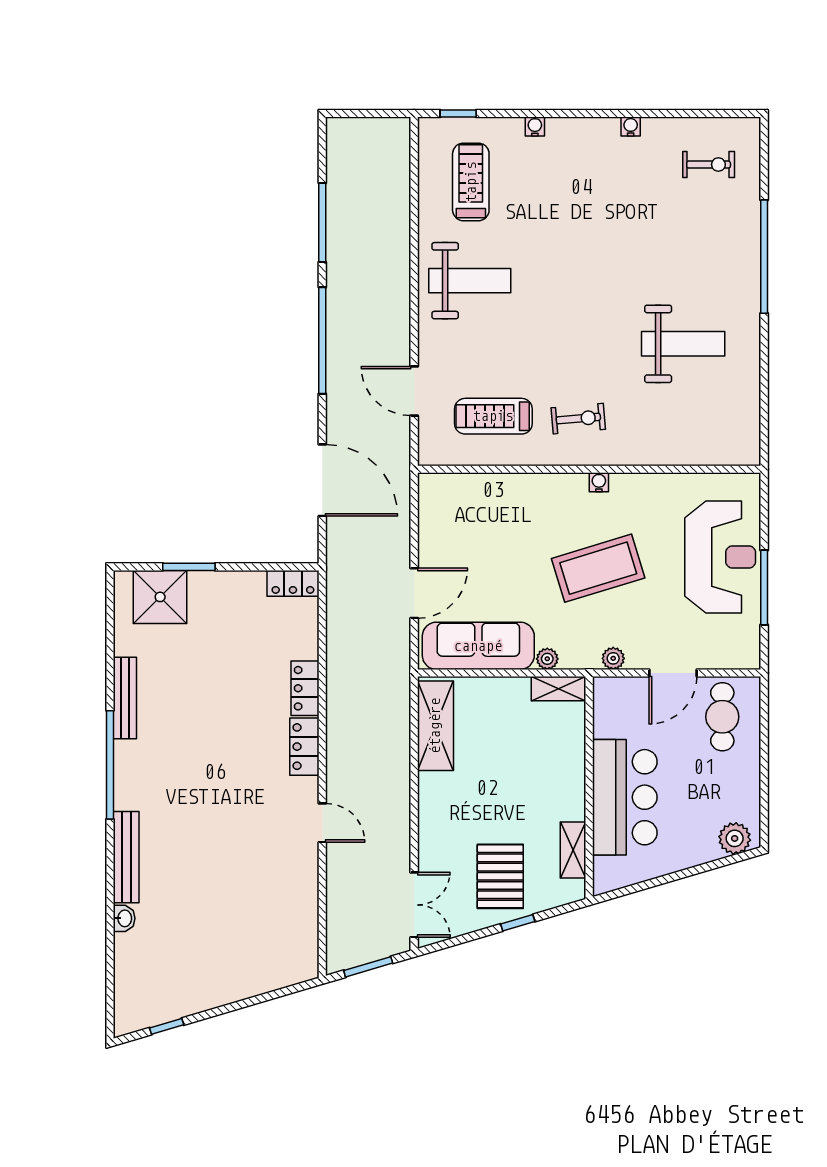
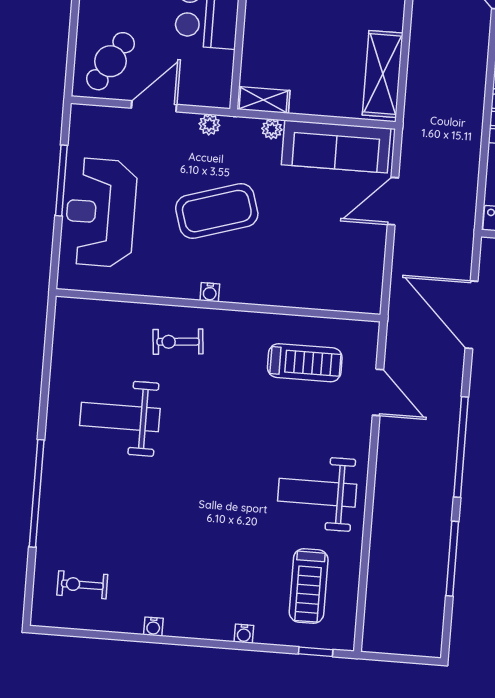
exercise bike: (578, 419) -> (178, 342), moved
cafe table: (722, 717) -> (110, 61), turned 31

